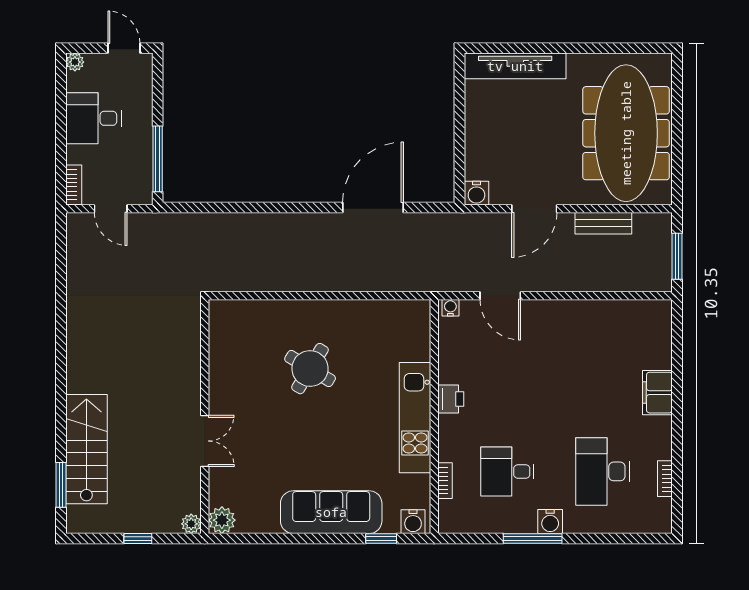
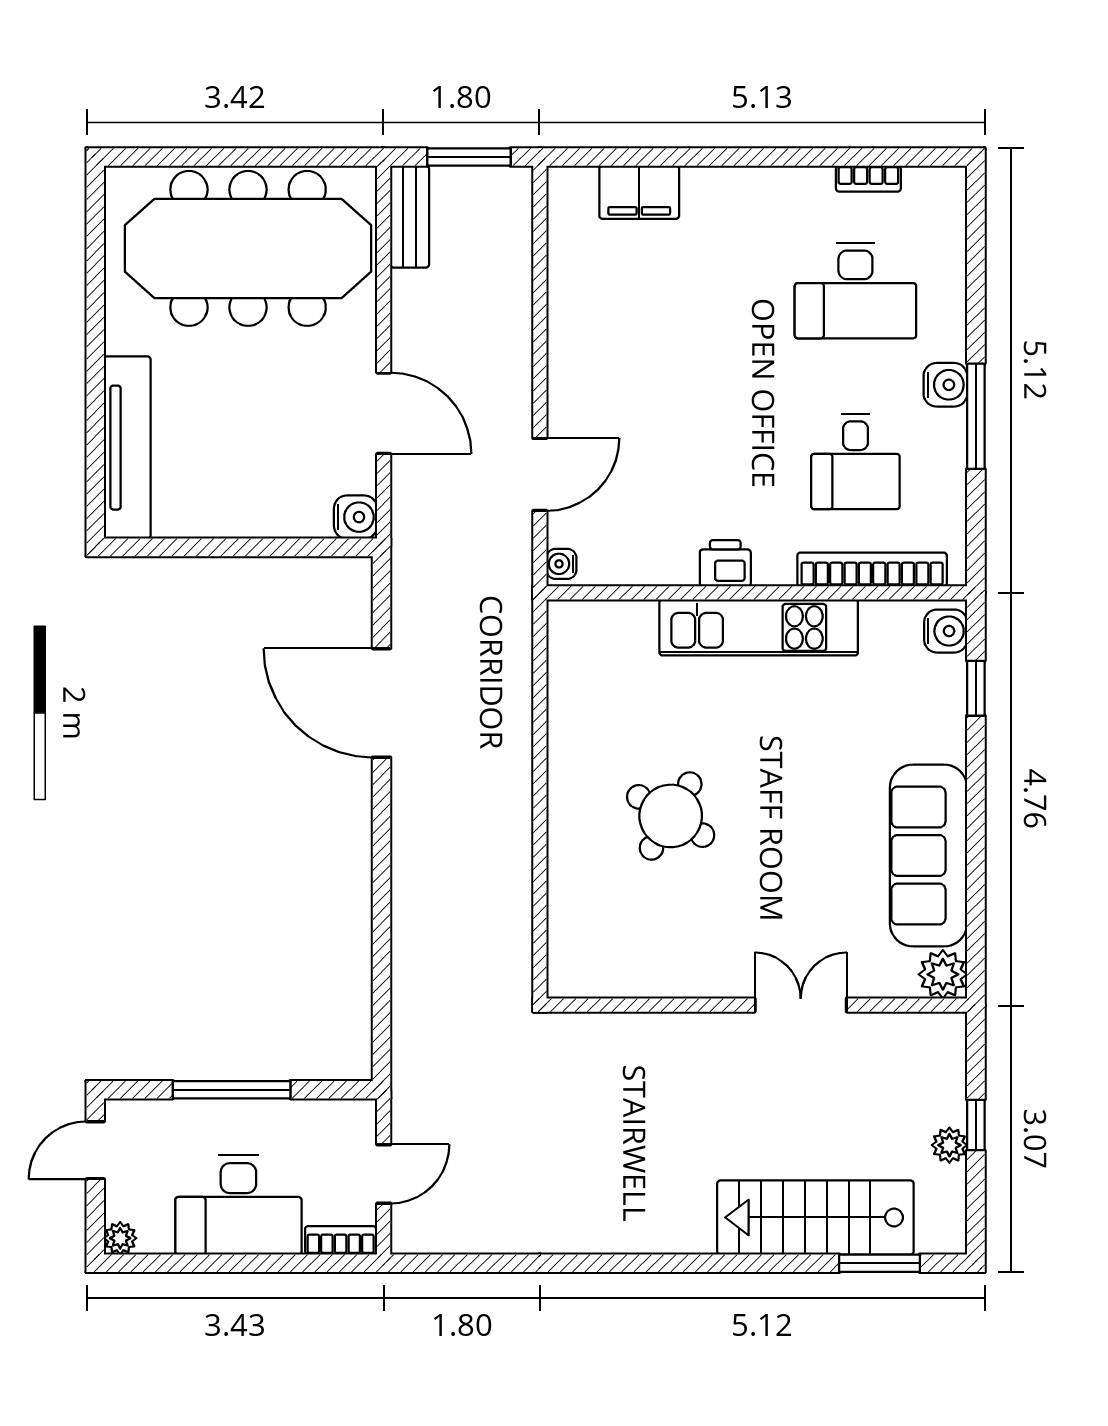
desk: (93, 118) -> (238, 1205), width x1.37
window: (158, 159) -> (232, 1090), moved
bench: (603, 223) -> (410, 217), moved
filing cabinet: (657, 393) -> (639, 192), moved
bookcase: (445, 481) -> (872, 570), width x2.31, depth x1.31
sofa: (331, 512) -> (929, 856), moved
plant: (191, 524) -> (949, 1145), moved

